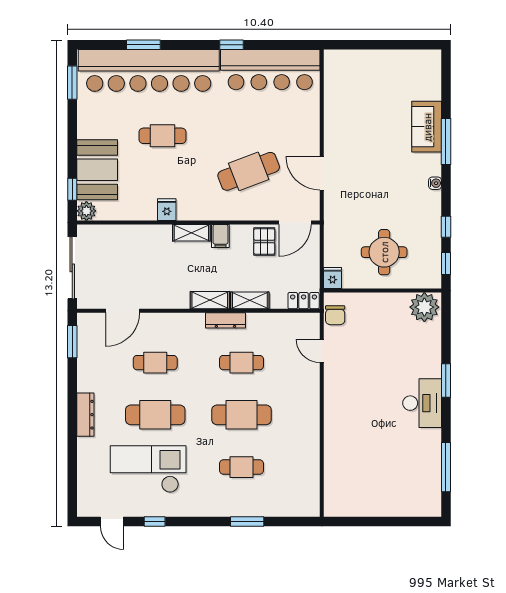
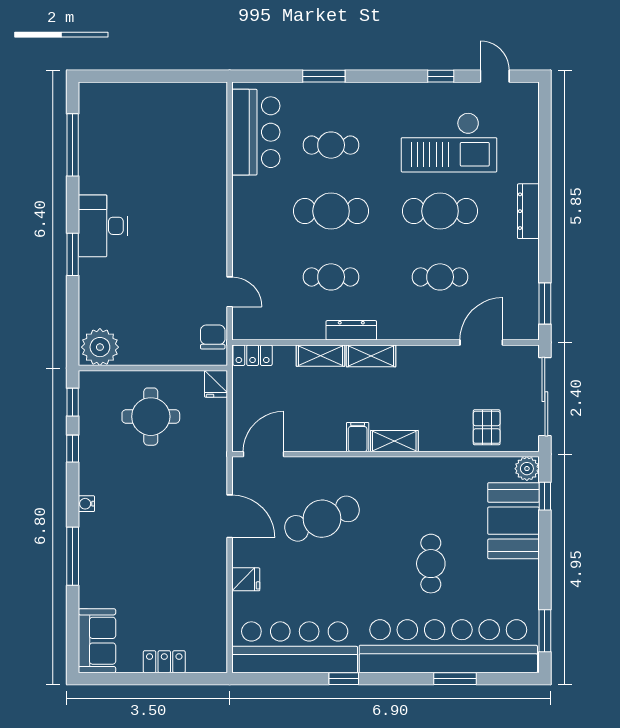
locker: (373, 58) -> (164, 662), added
sofa: (427, 127) -> (97, 641), moved
cafe table: (162, 136) -> (431, 564), turned 90
fridge: (167, 210) -> (246, 579), moved, turned -90
pallet: (264, 241) -> (487, 427), moved
bar counter: (301, 477) -> (256, 132), added

